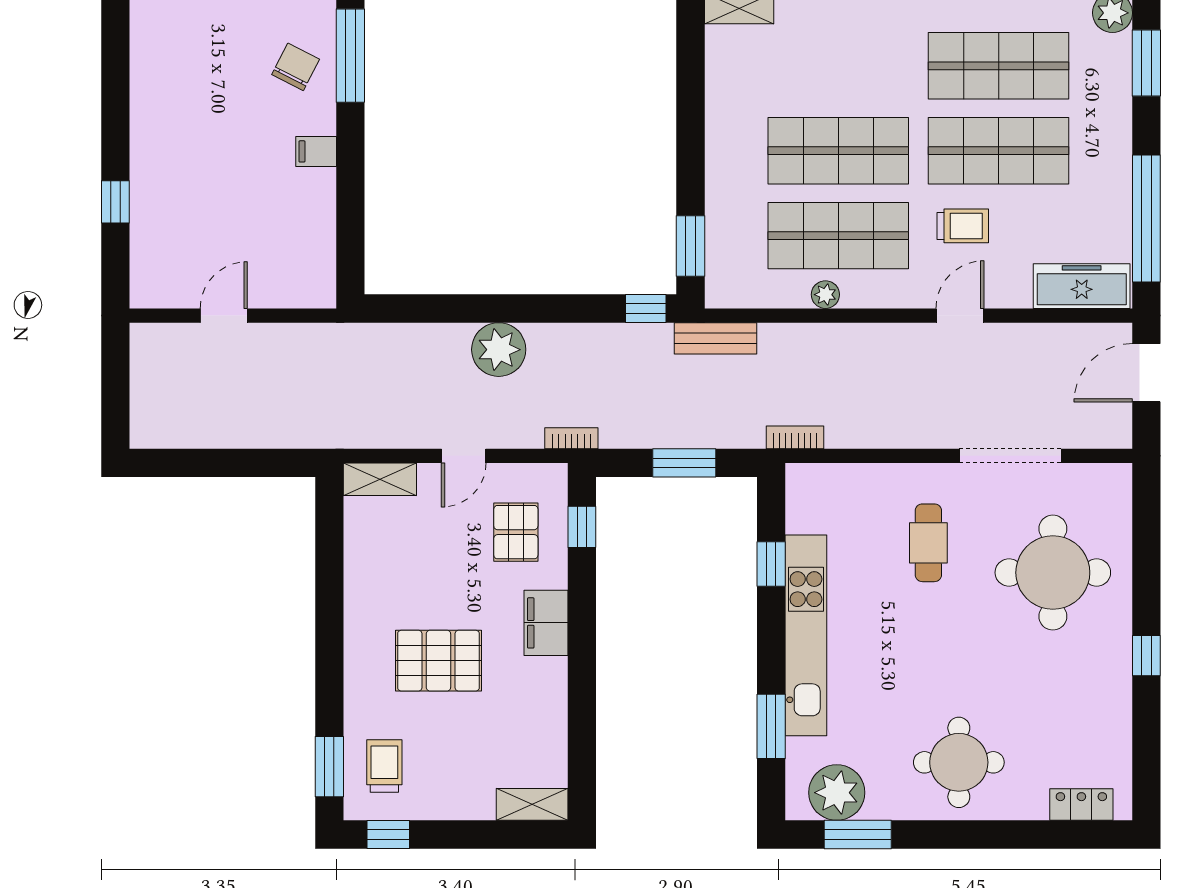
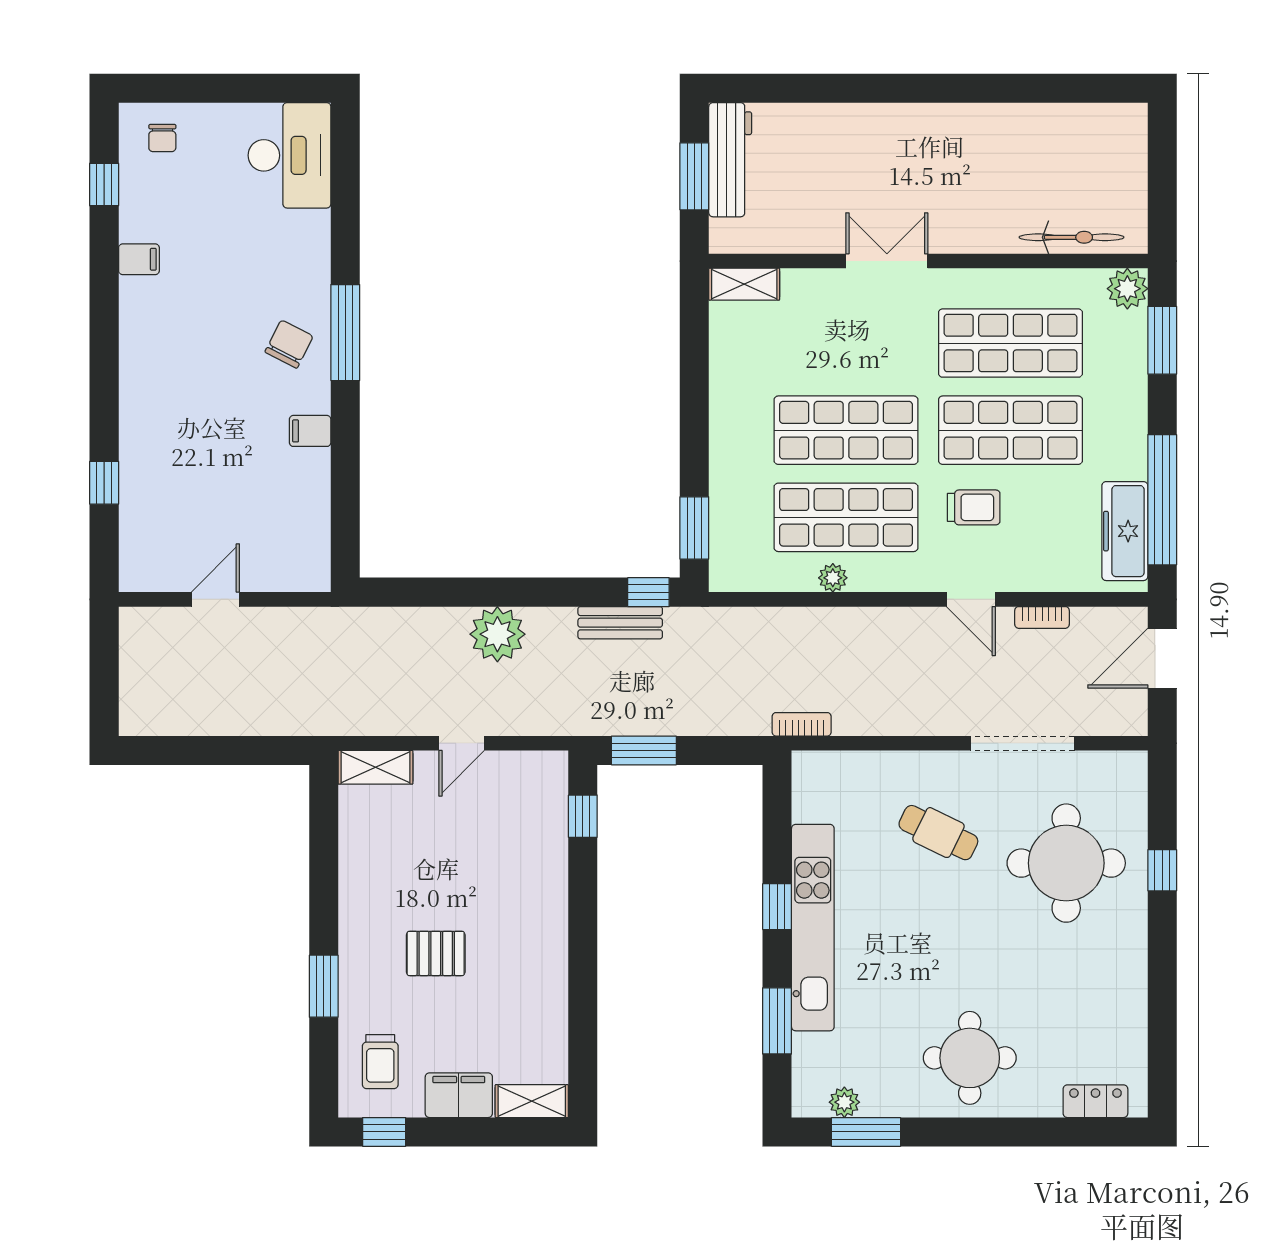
freezer: (1082, 286) -> (1125, 531), moved, turned -90
door: (960, 316) -> (971, 599), swing flipped
bench: (715, 338) -> (620, 623), moved
bookcase: (571, 438) -> (1042, 617), moved, turned 180
window: (684, 463) -> (644, 750), moved
pallet: (516, 532) -> (515, 822), removed
cafe table: (928, 543) -> (938, 833), turned -64
window: (771, 564) -> (777, 907), moved
filing cabinet: (546, 623) -> (459, 1095), moved, turned 90
window: (1146, 656) -> (1162, 870), moved
pallet: (438, 661) -> (436, 953), width x0.67, depth x0.71
trolley: (384, 766) -> (380, 1062), turned 180
window: (329, 767) -> (324, 986), moved
plant: (837, 793) -> (844, 1102), width x0.53, depth x0.53

